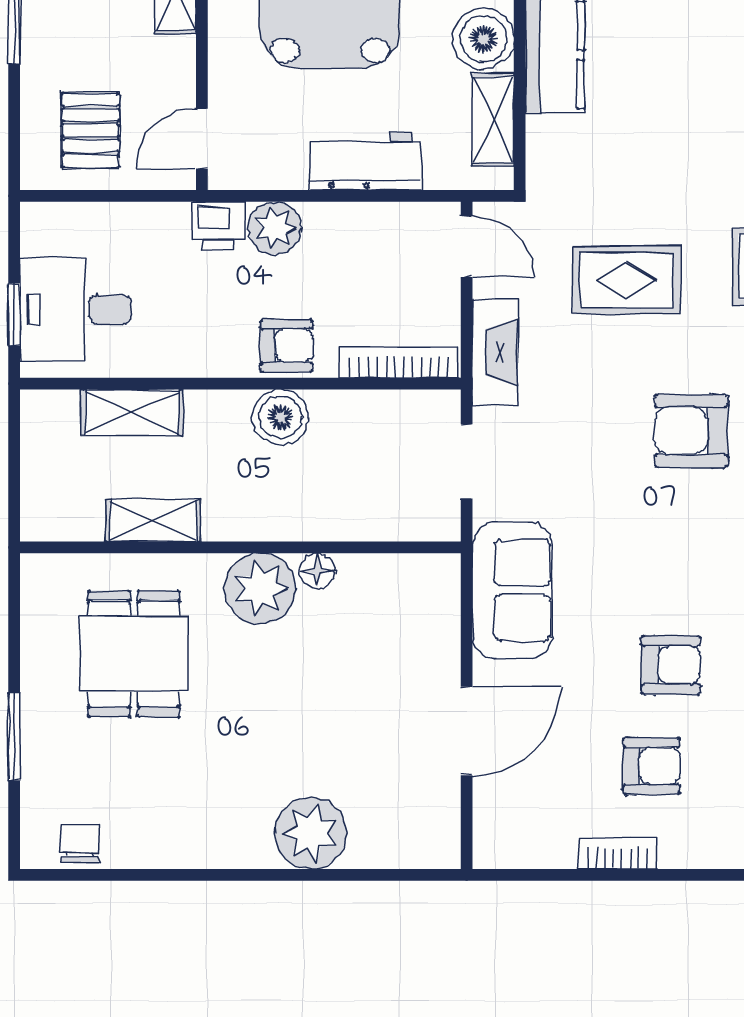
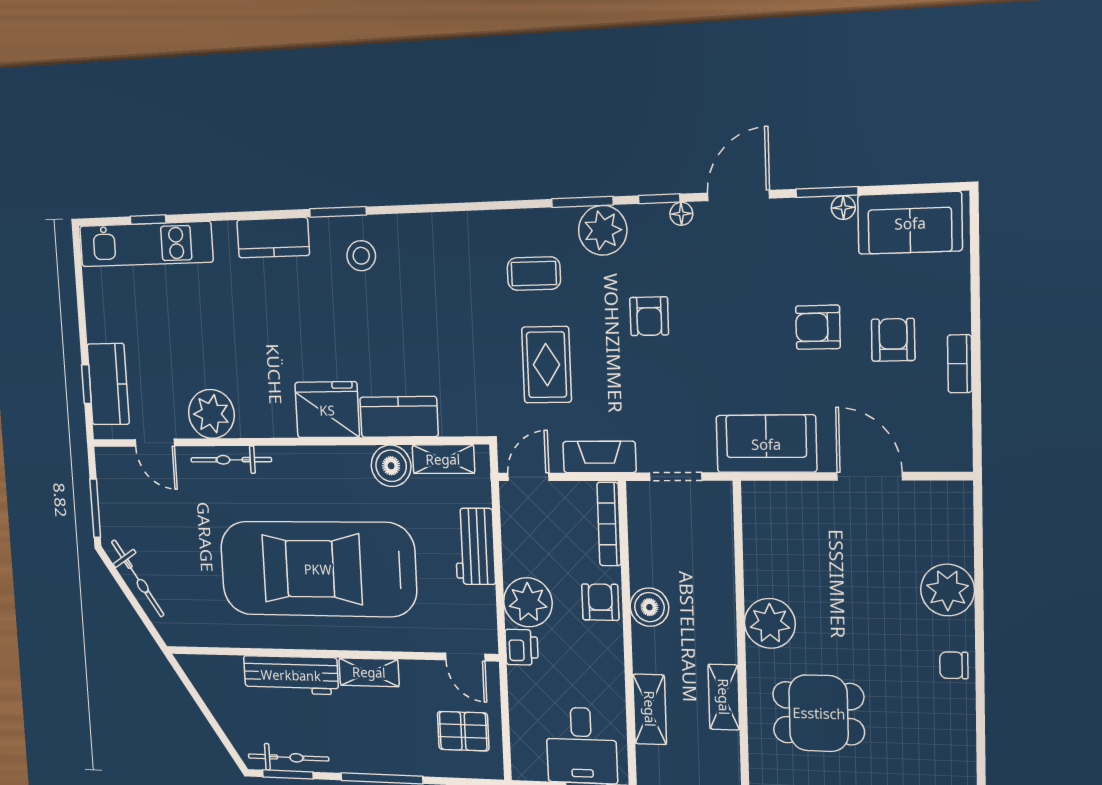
plant: (275, 228) -> (528, 602), width x1.36, depth x1.36
armchair: (691, 431) -> (649, 316), width x0.72, depth x0.72
floor lamp: (317, 571) -> (756, 583), removed
armchair: (671, 665) -> (818, 327), turned -90
chair: (80, 844) -> (954, 665), moved

